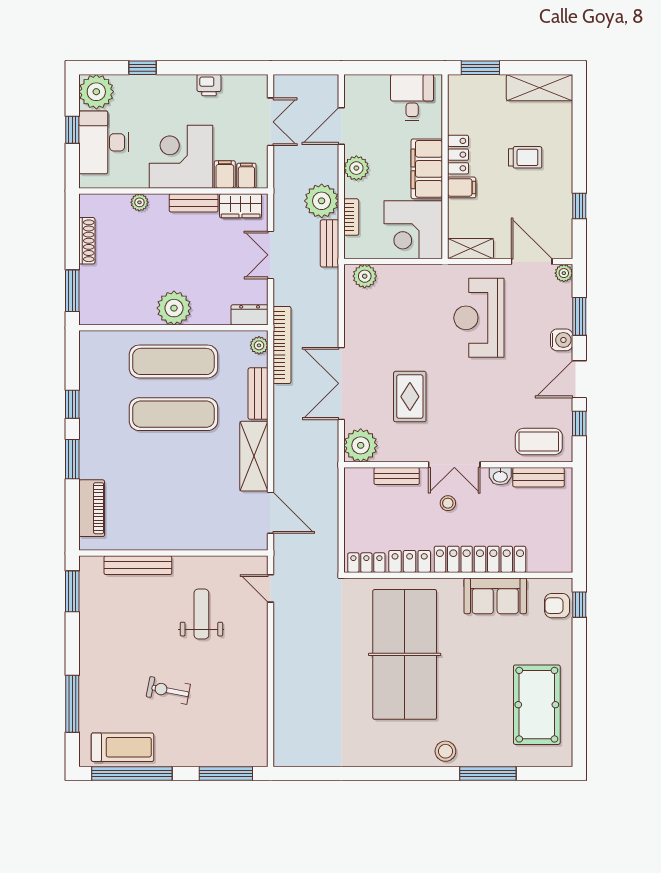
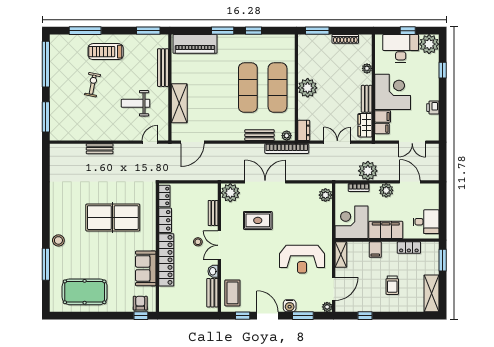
locker: (458, 155) -> (409, 248), moved
bench: (330, 243) -> (100, 149), moved
reception desk: (479, 318) -> (302, 259), turned 180
shelving: (254, 456) -> (179, 103), moved, turned 90
piano: (92, 508) -> (195, 44), width x1.37, depth x1.33
weight bench: (201, 614) -> (136, 103), turned 180
table tennis table: (405, 654) -> (113, 218), width x0.73, depth x0.76
treadmill: (122, 747) -> (106, 52), moved, turned 90

